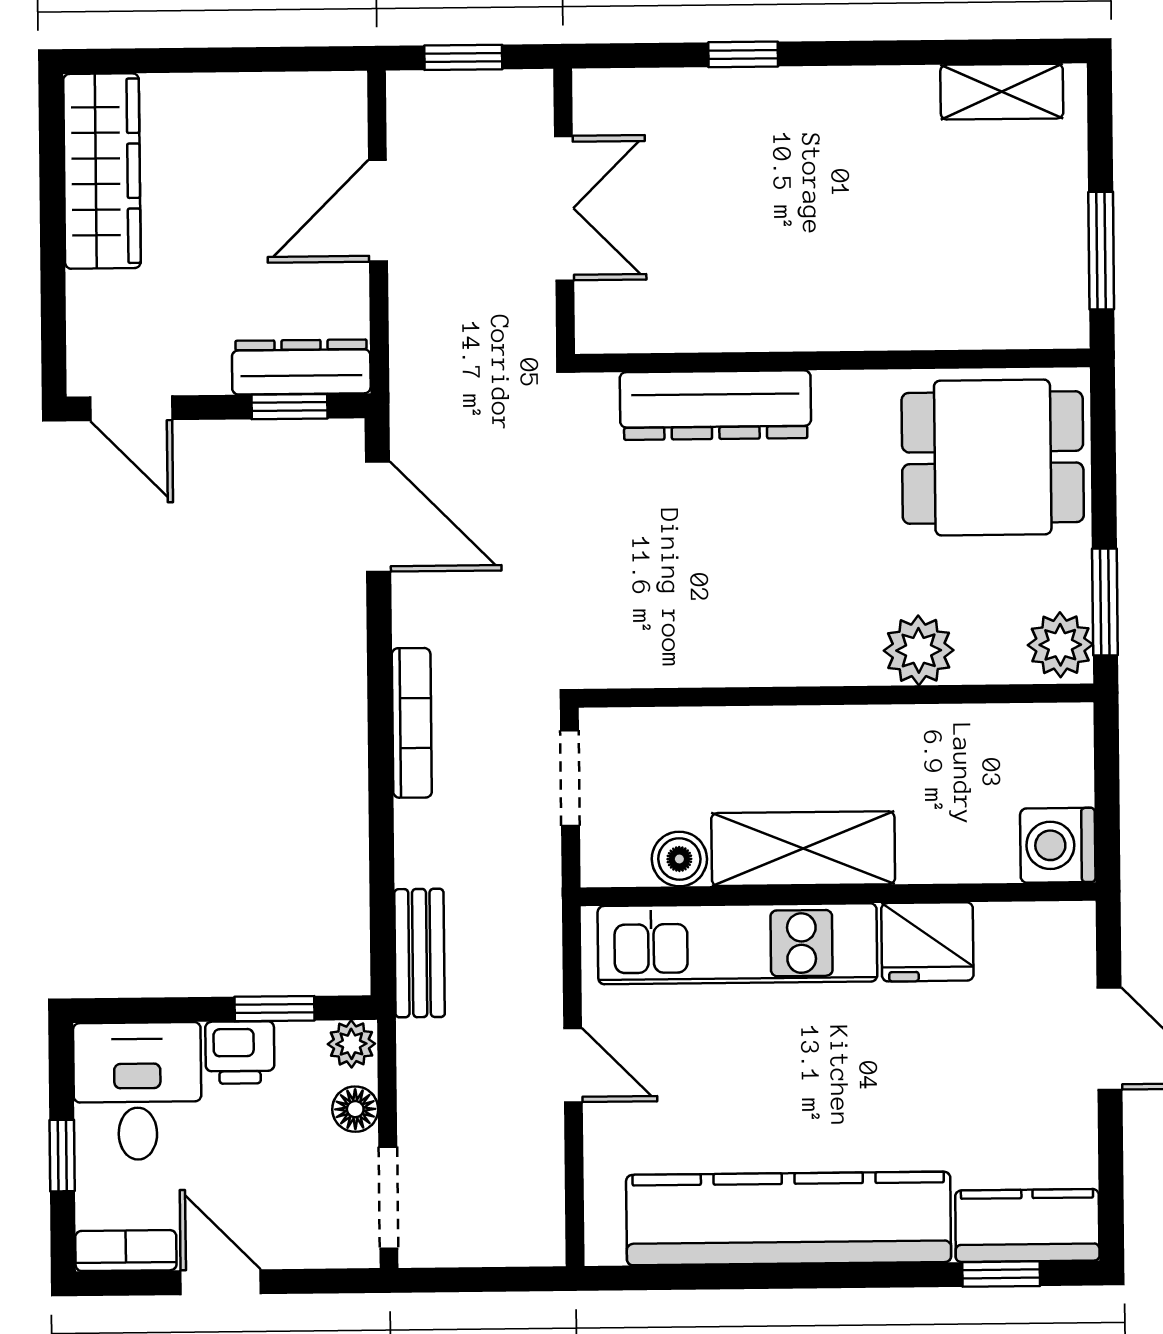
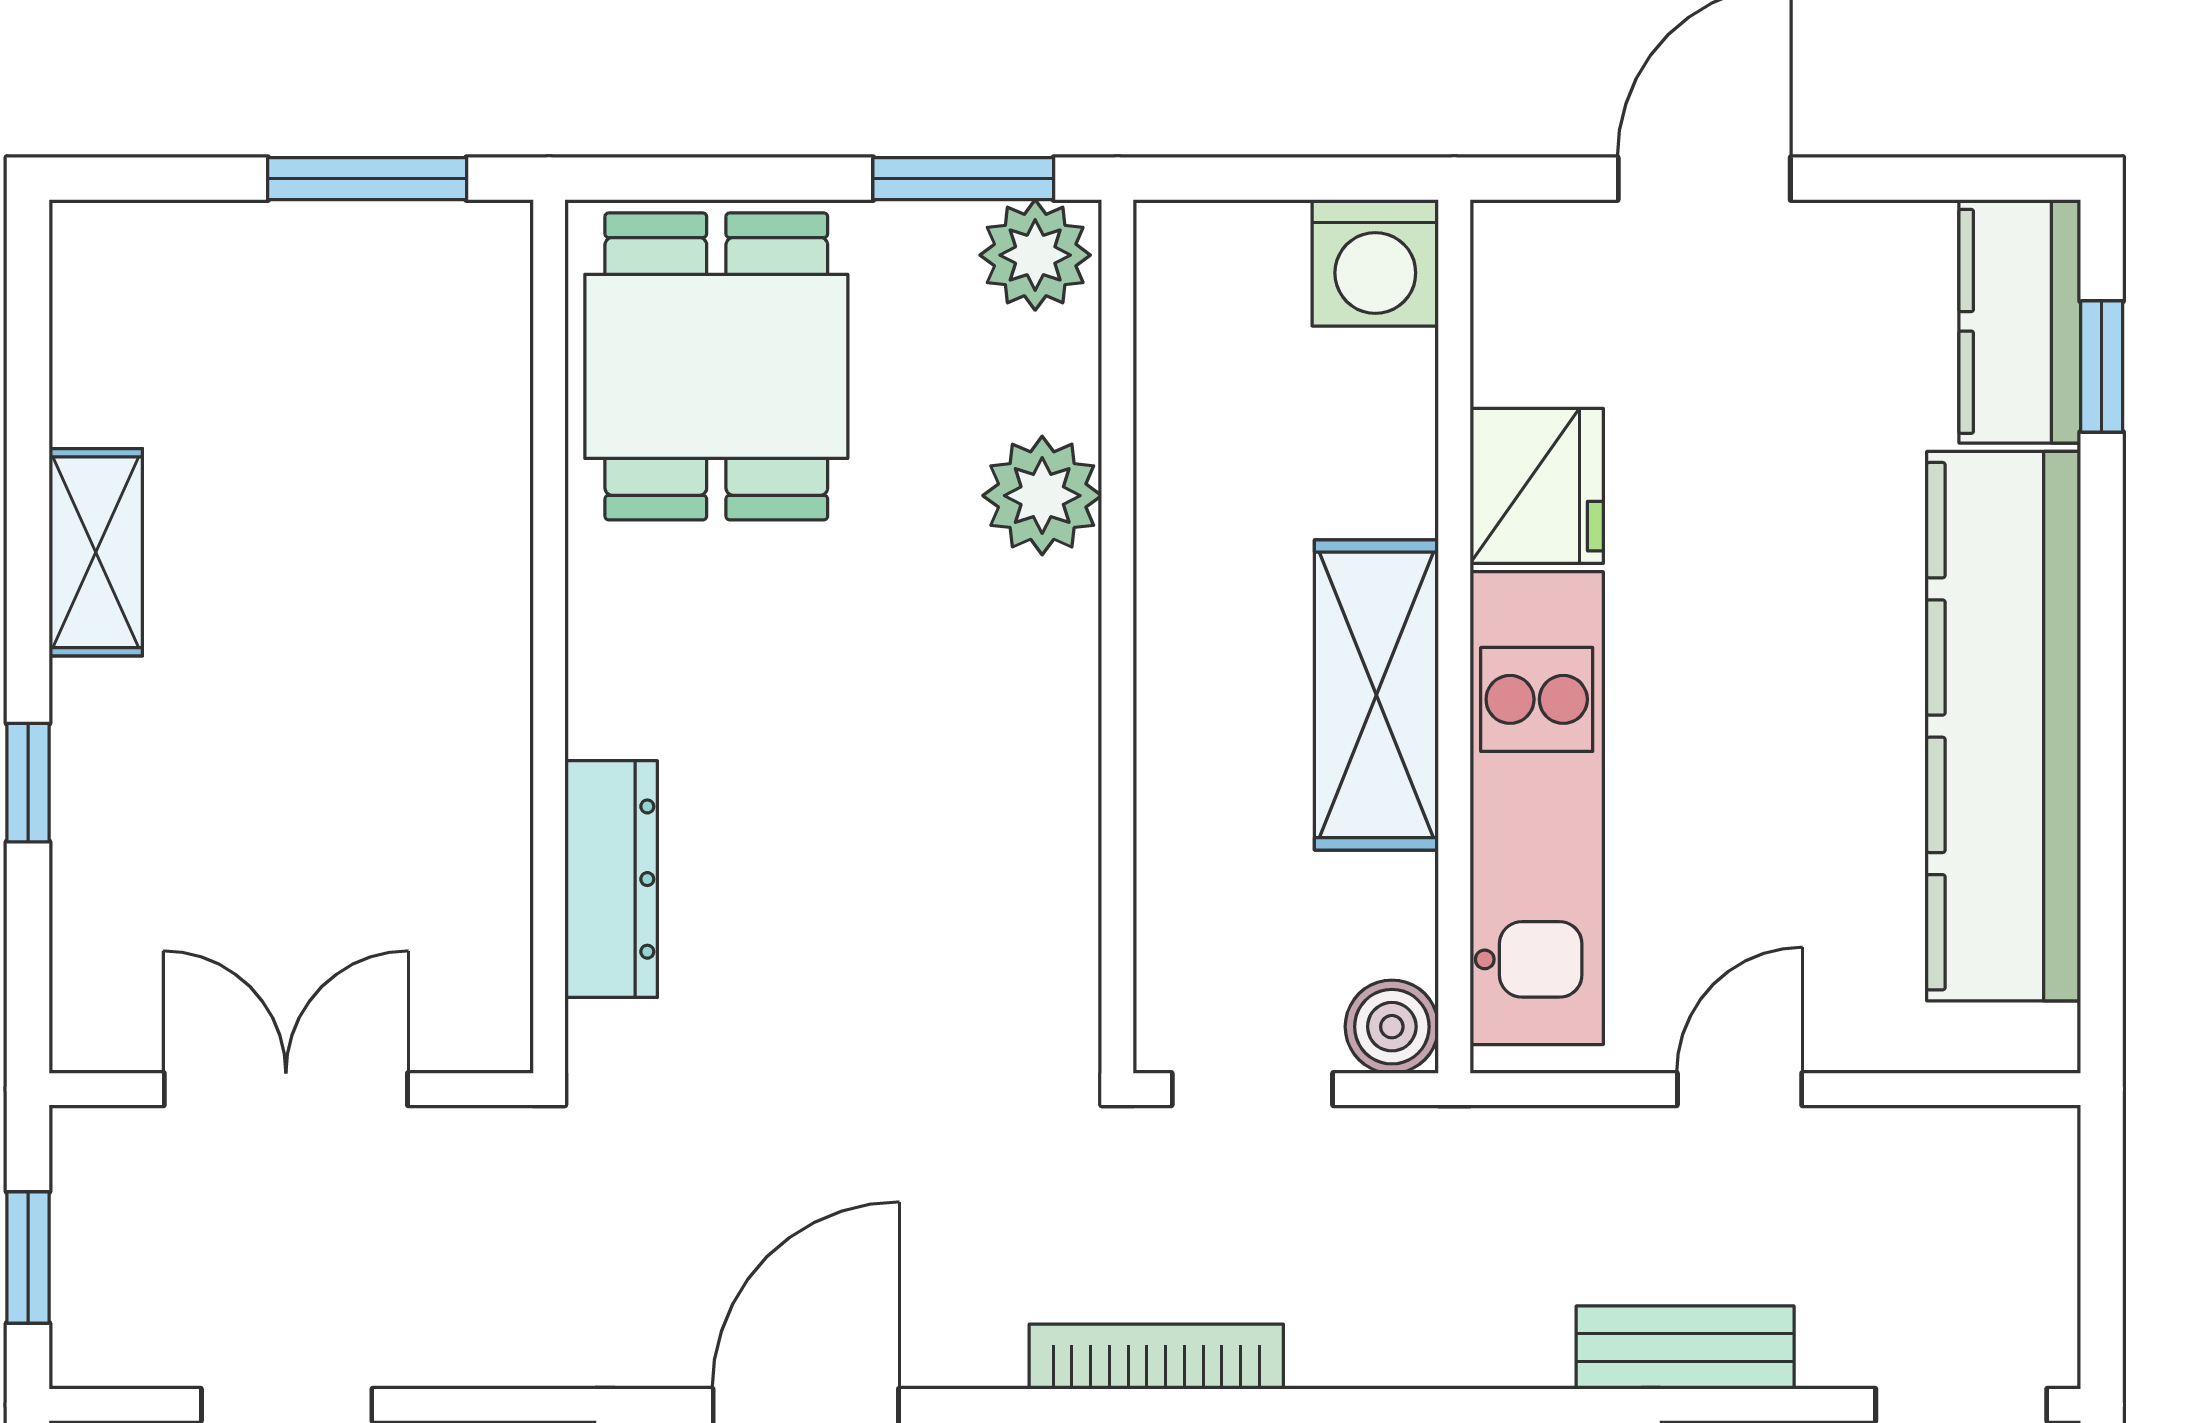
shelving: (1002, 92) -> (96, 552), moved
dresser: (715, 405) -> (611, 879), width x0.73, depth x0.80
boiler: (679, 859) -> (1392, 1027), moved
bench: (420, 953) -> (1685, 1347), moved

